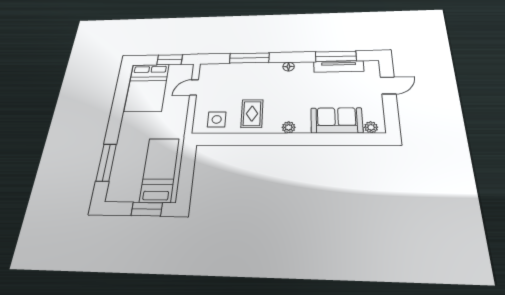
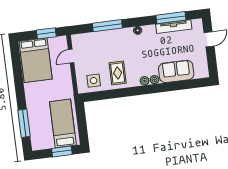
plant: (371, 127) -> (155, 80), moved

